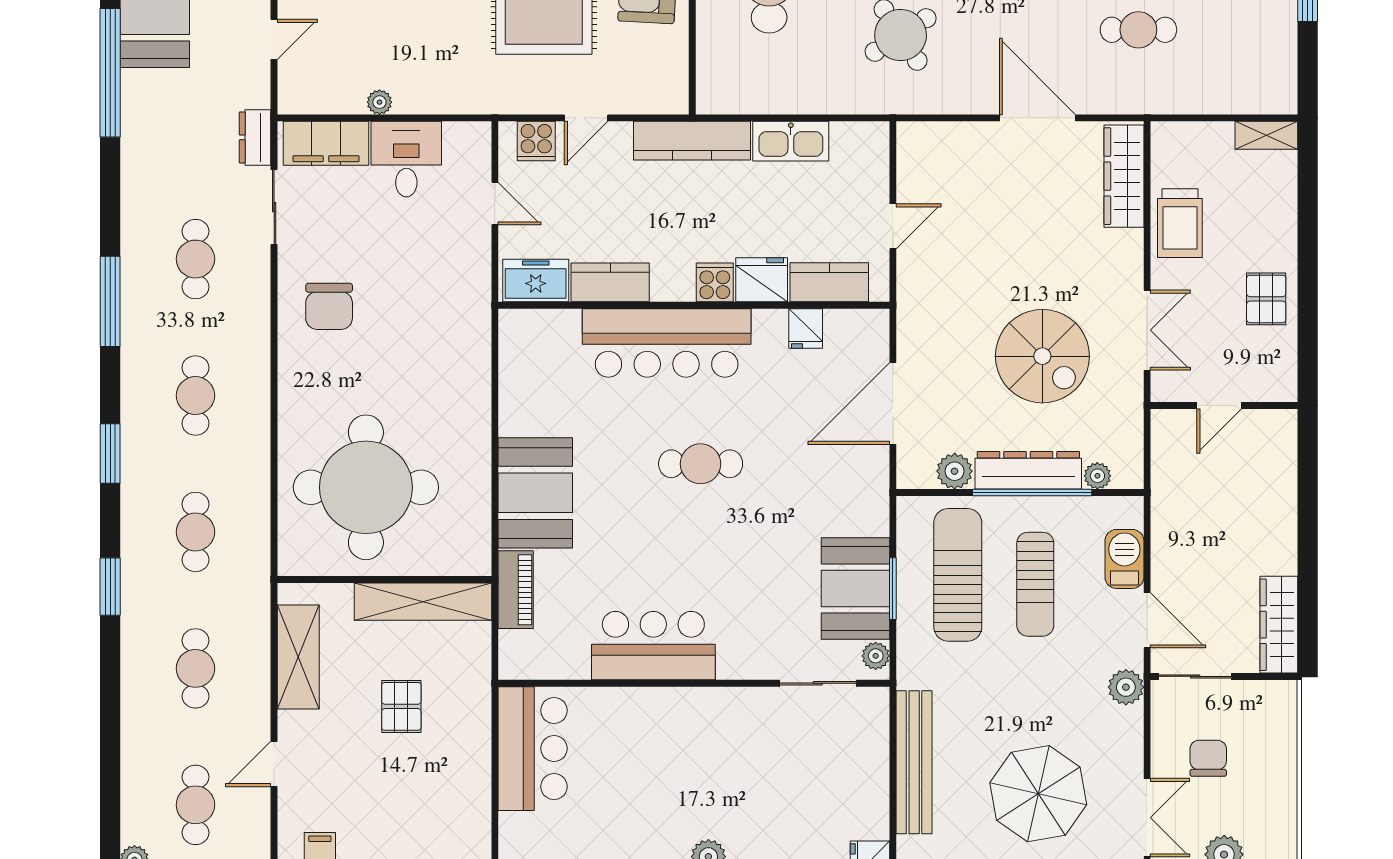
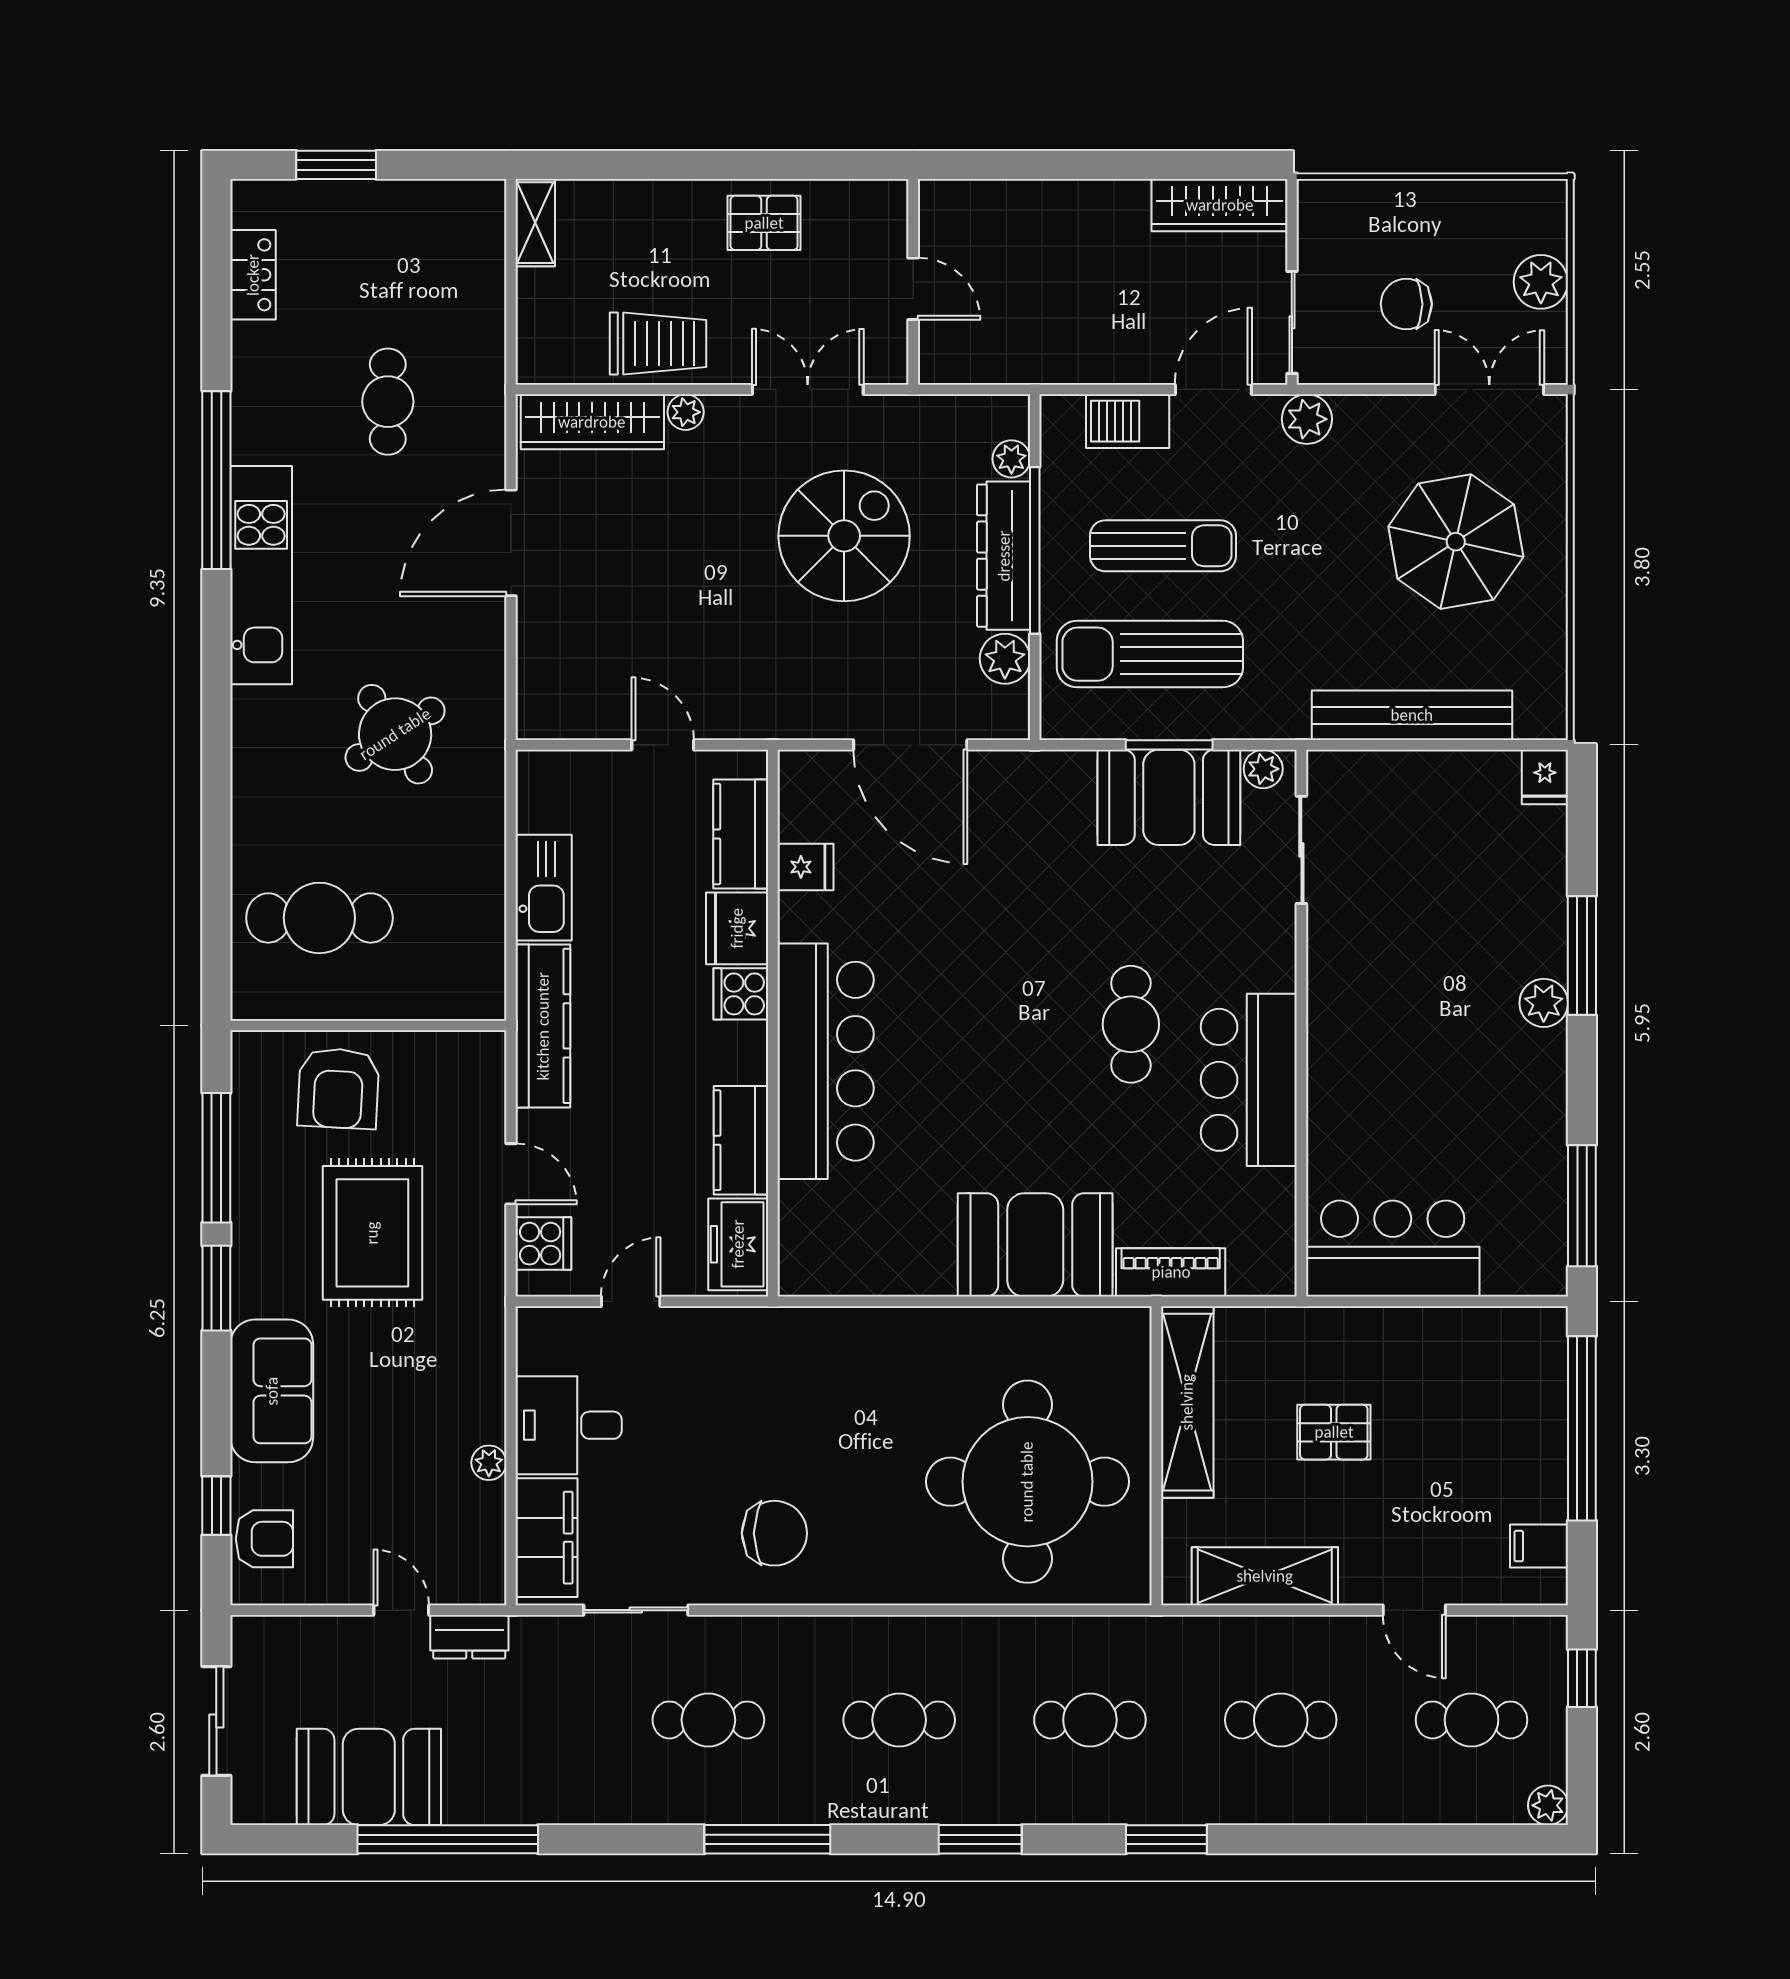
dresser: (255, 137) -> (469, 1637), moved
plant: (1131, 243) -> (686, 412), added
cafe table: (701, 464) -> (1131, 1024), moved

